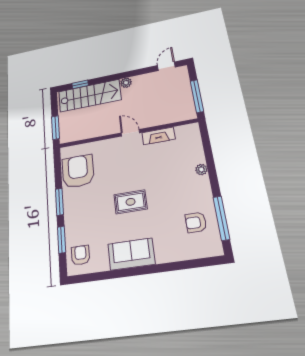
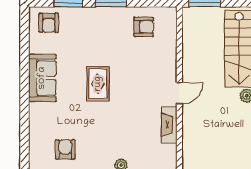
armchair: (78, 171) -> (144, 27), width x0.53, depth x0.53
armchair: (81, 255) -> (49, 23), turned 90

